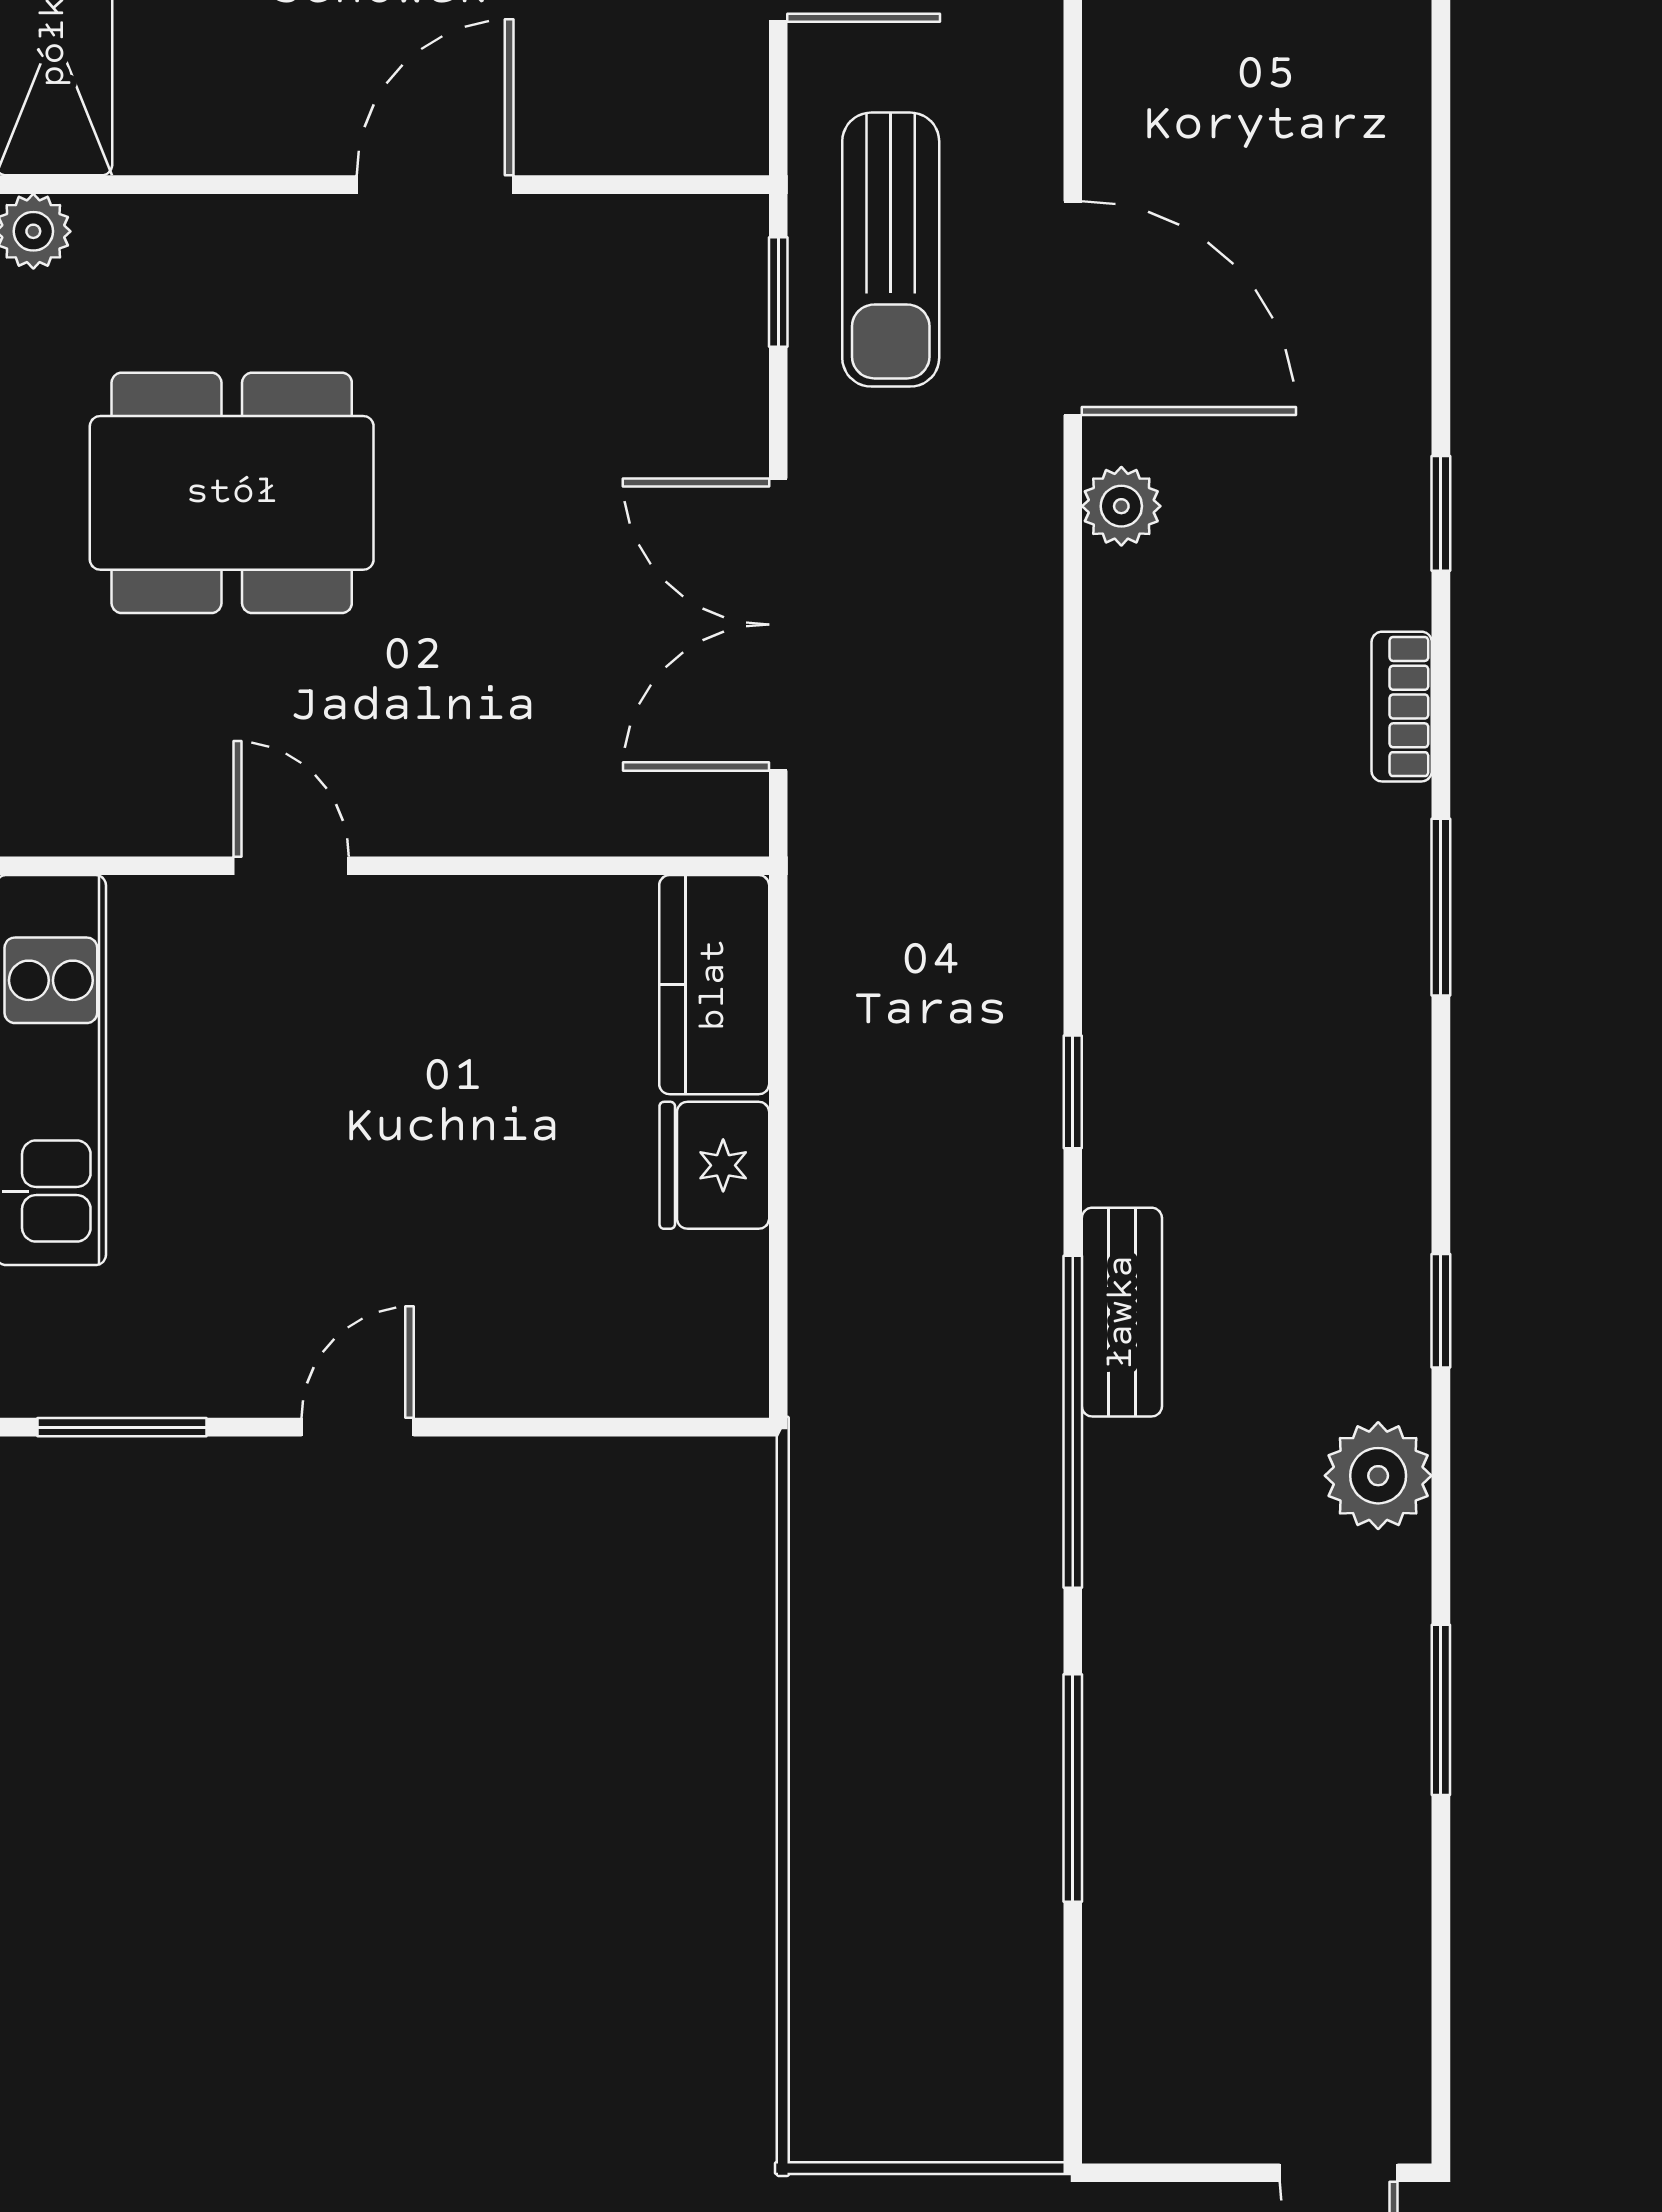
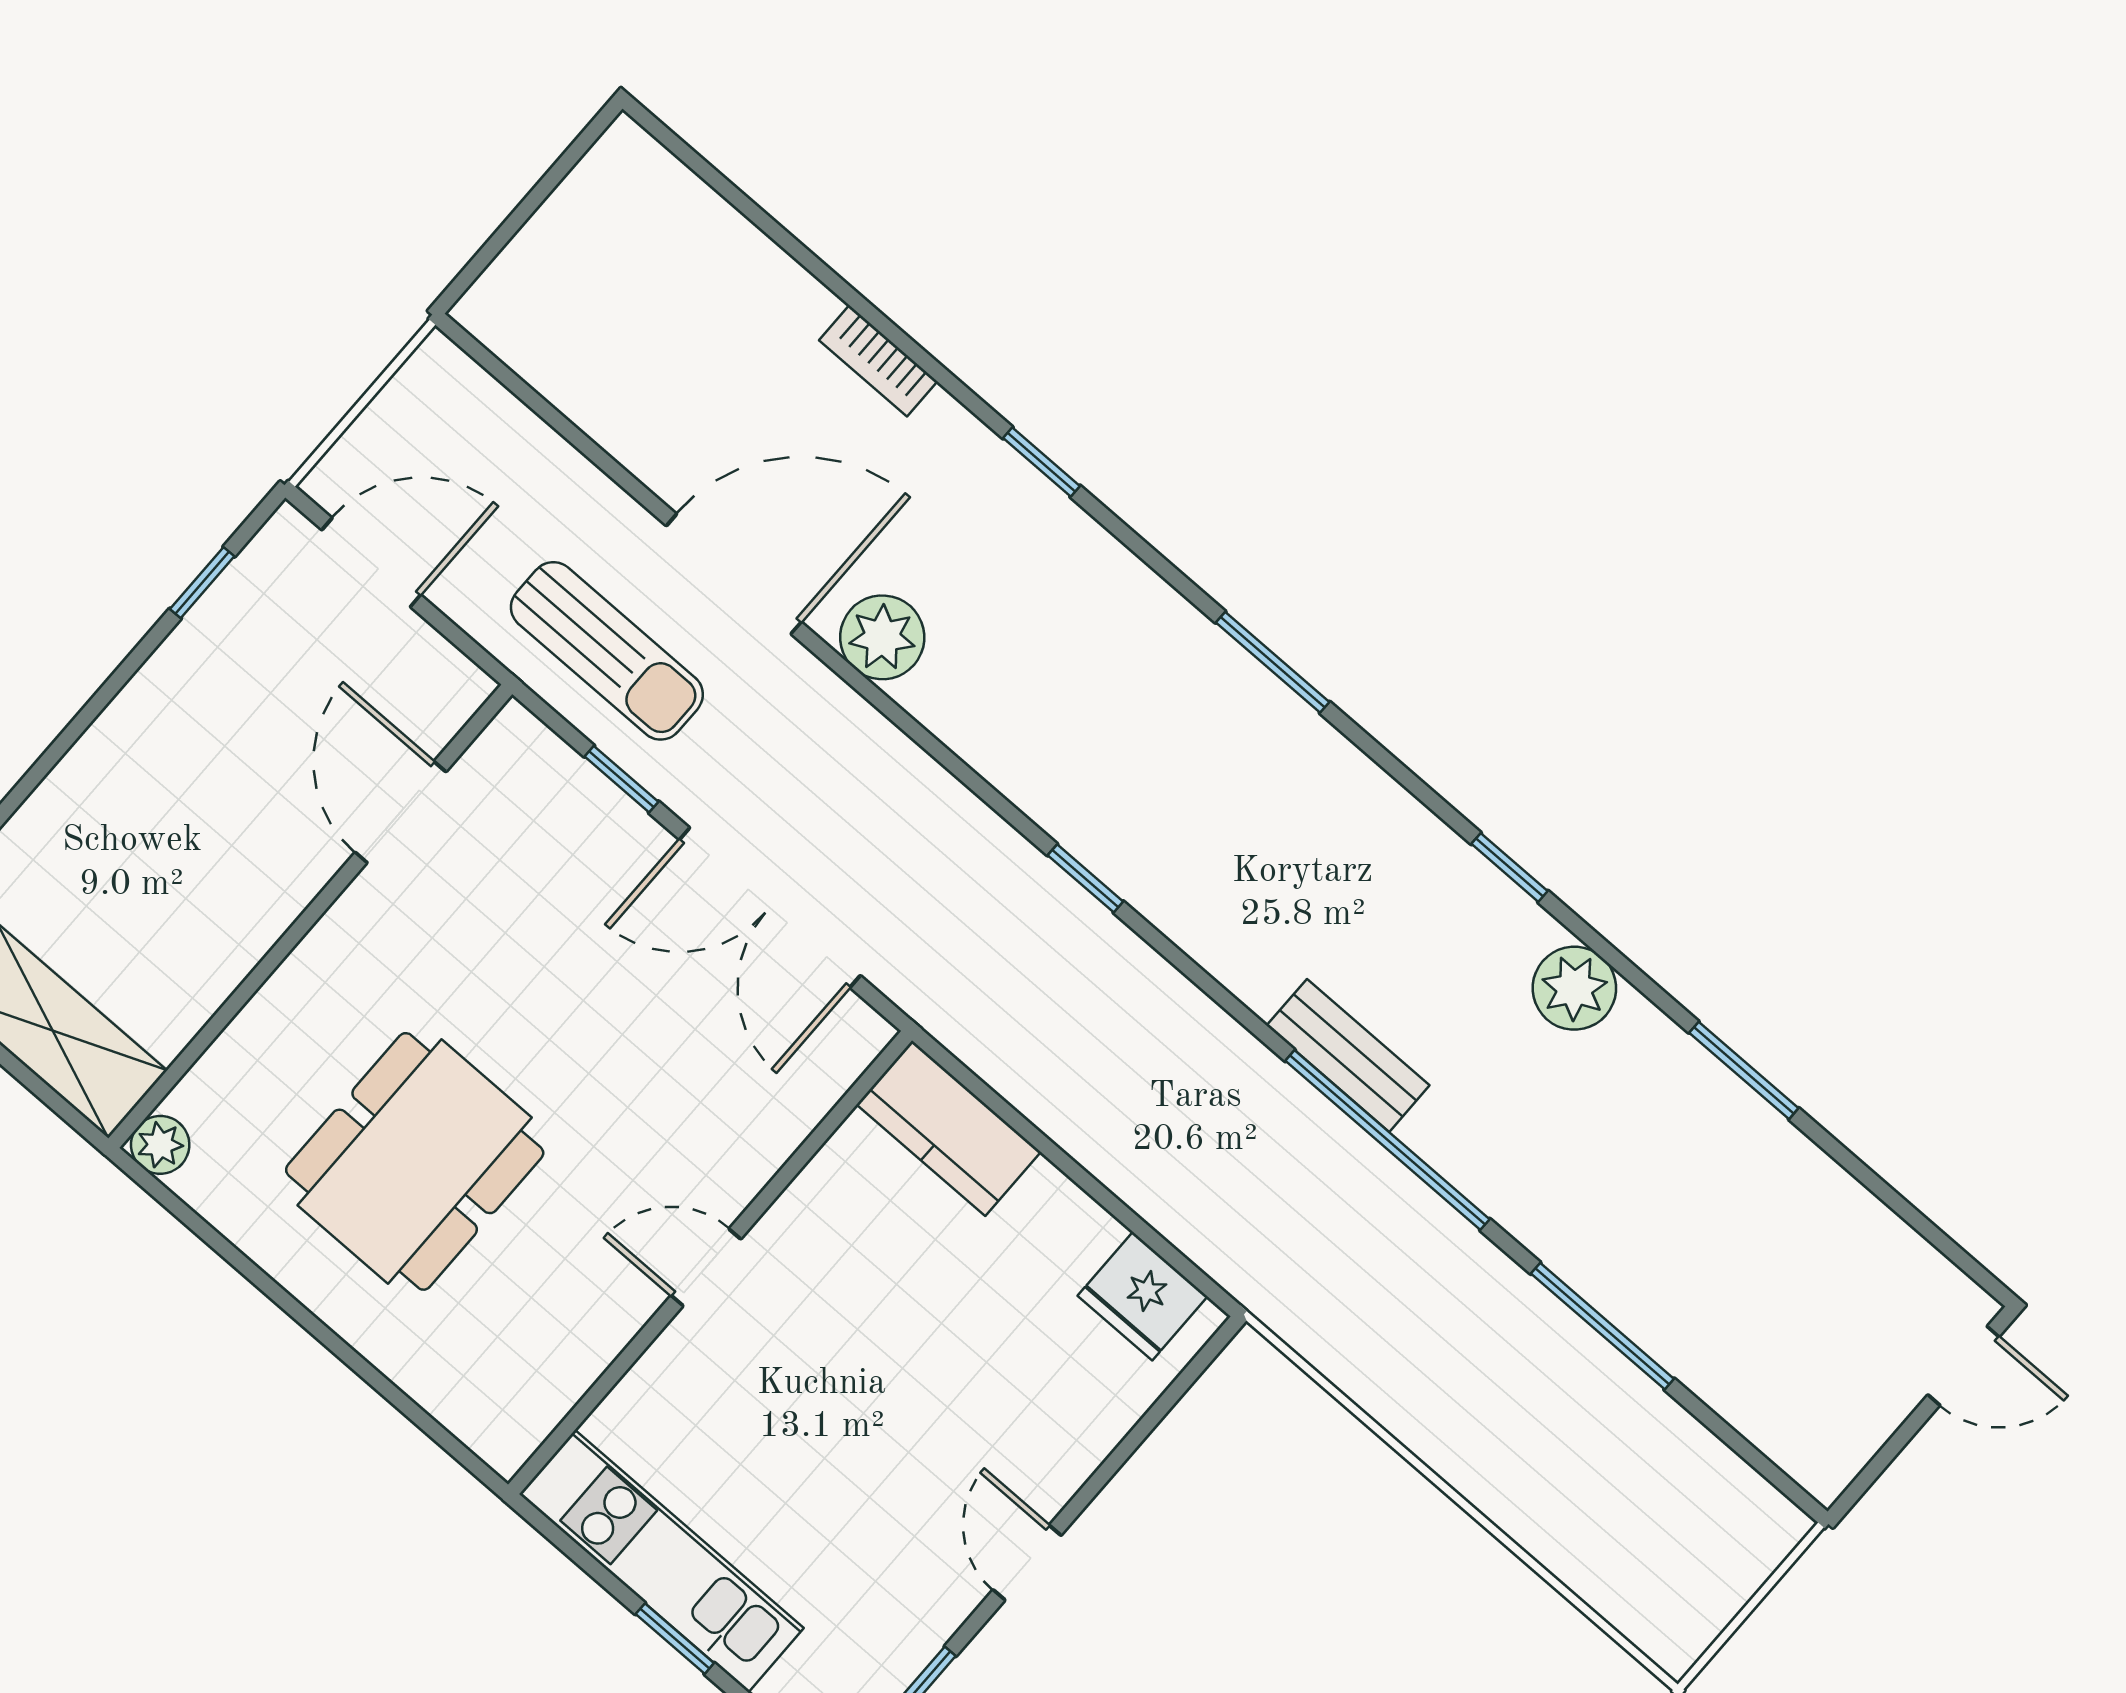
door: (435, 185) -> (401, 812), moved
window: (778, 292) -> (621, 779), moved
plant: (1121, 506) -> (882, 637), width x1.38, depth x1.38
bookcase: (1402, 707) -> (878, 361), moved
door: (291, 866) -> (706, 1267), moved
window: (1073, 1092) -> (1085, 878), moved
fridge: (714, 1165) -> (1143, 1296), moved

